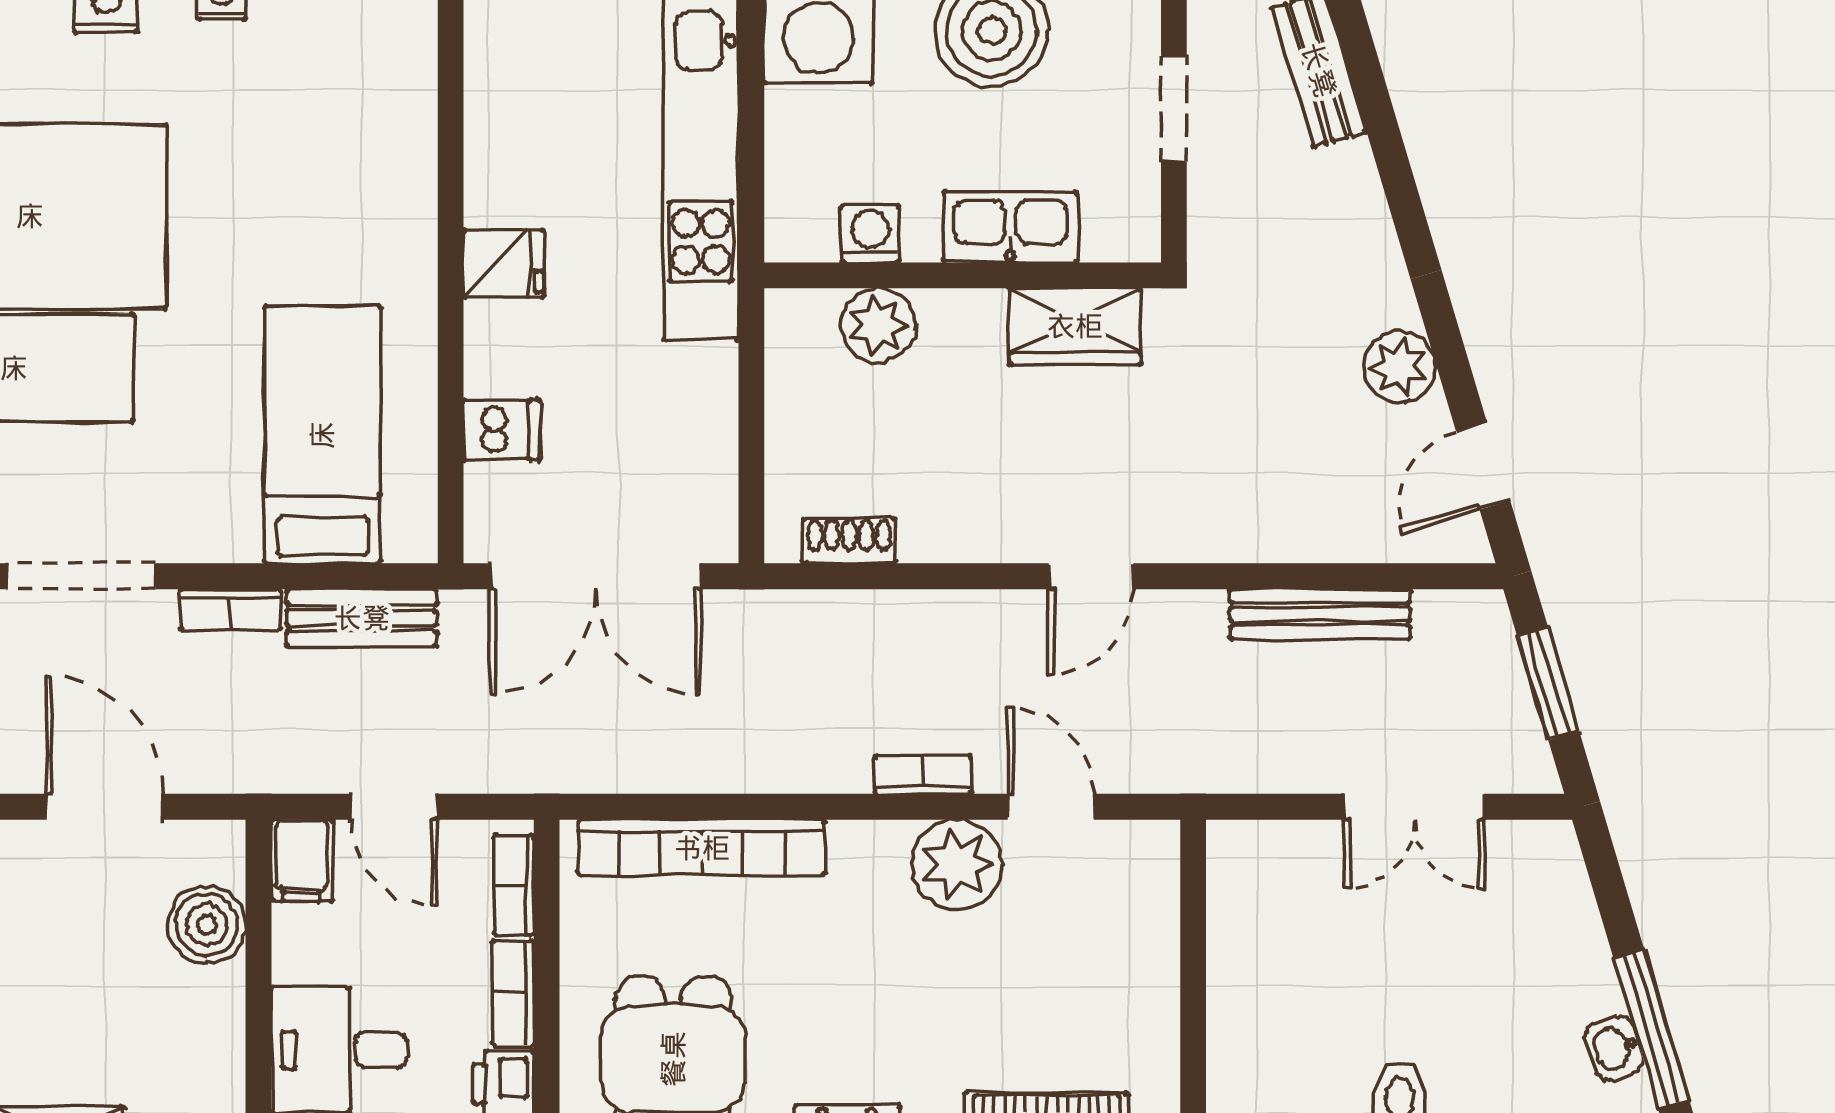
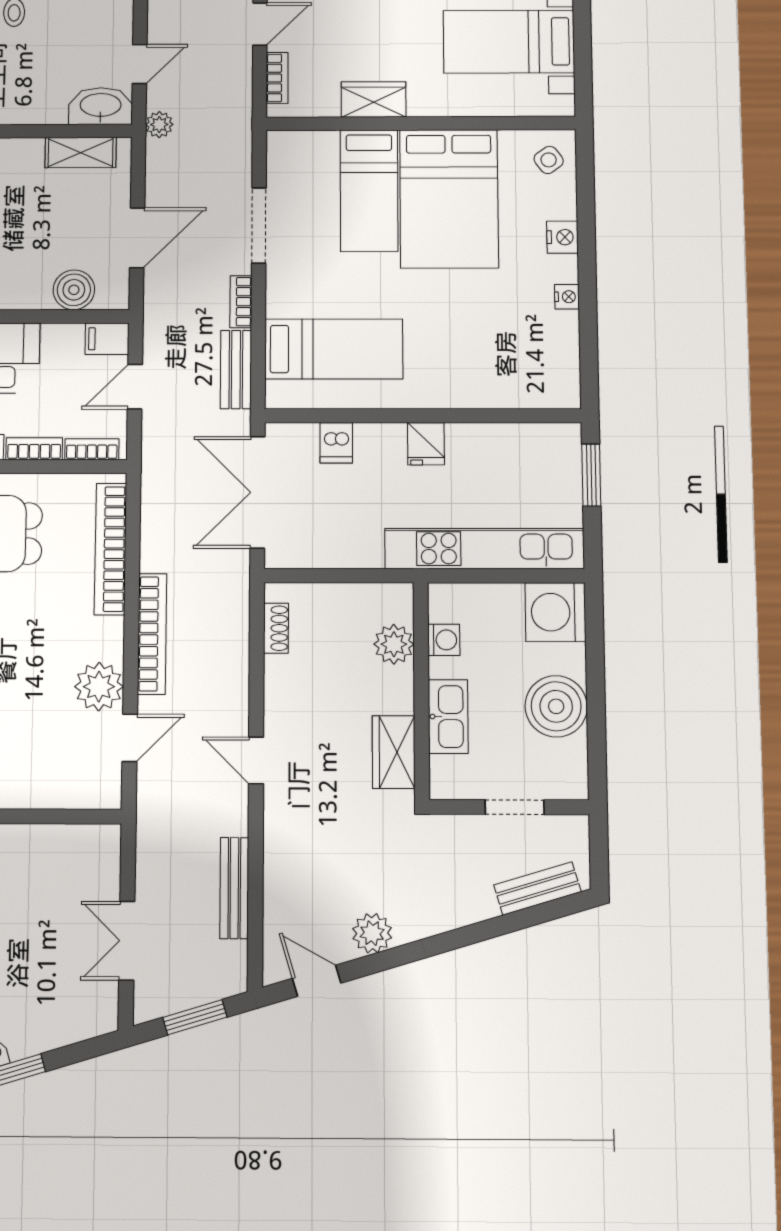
bookcase: (923, 775) -> (152, 634), width x2.31, depth x1.31

